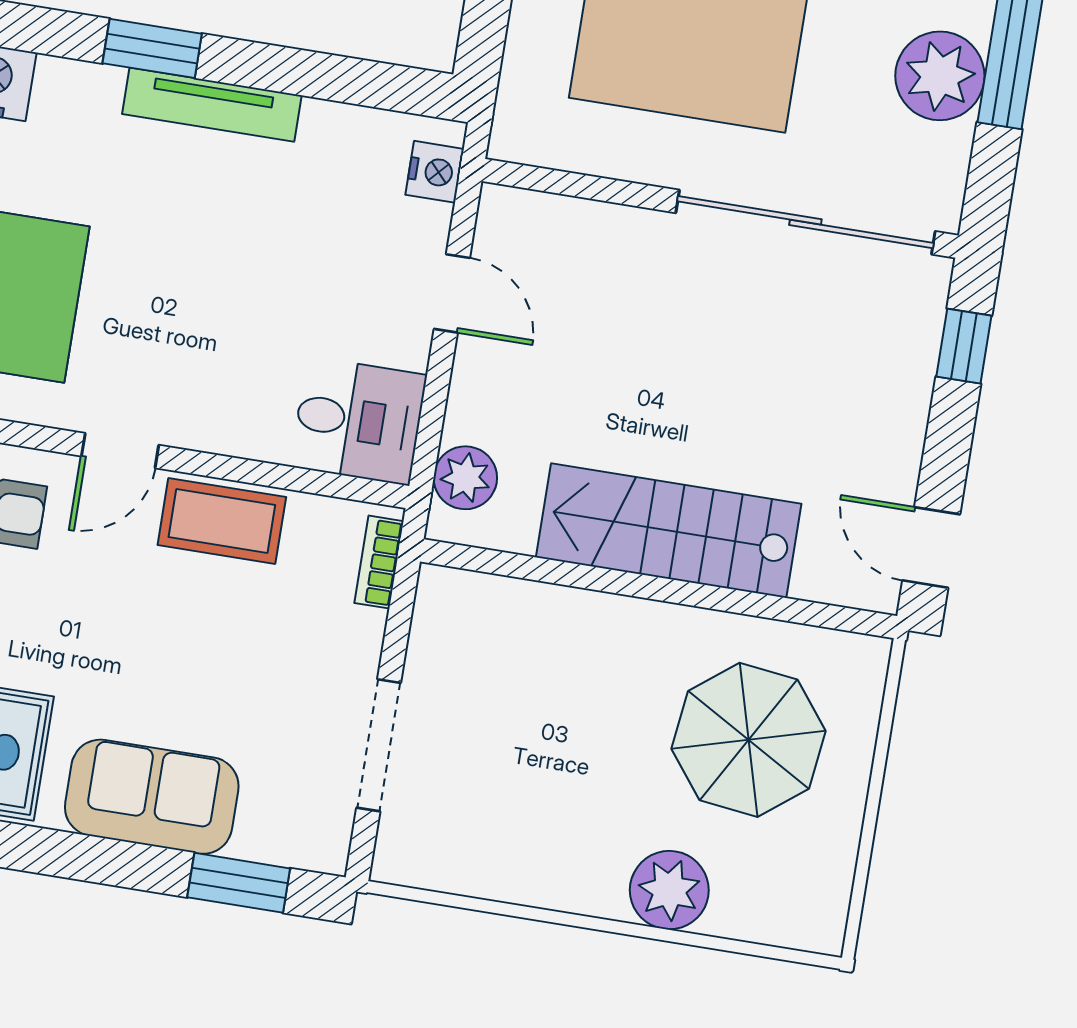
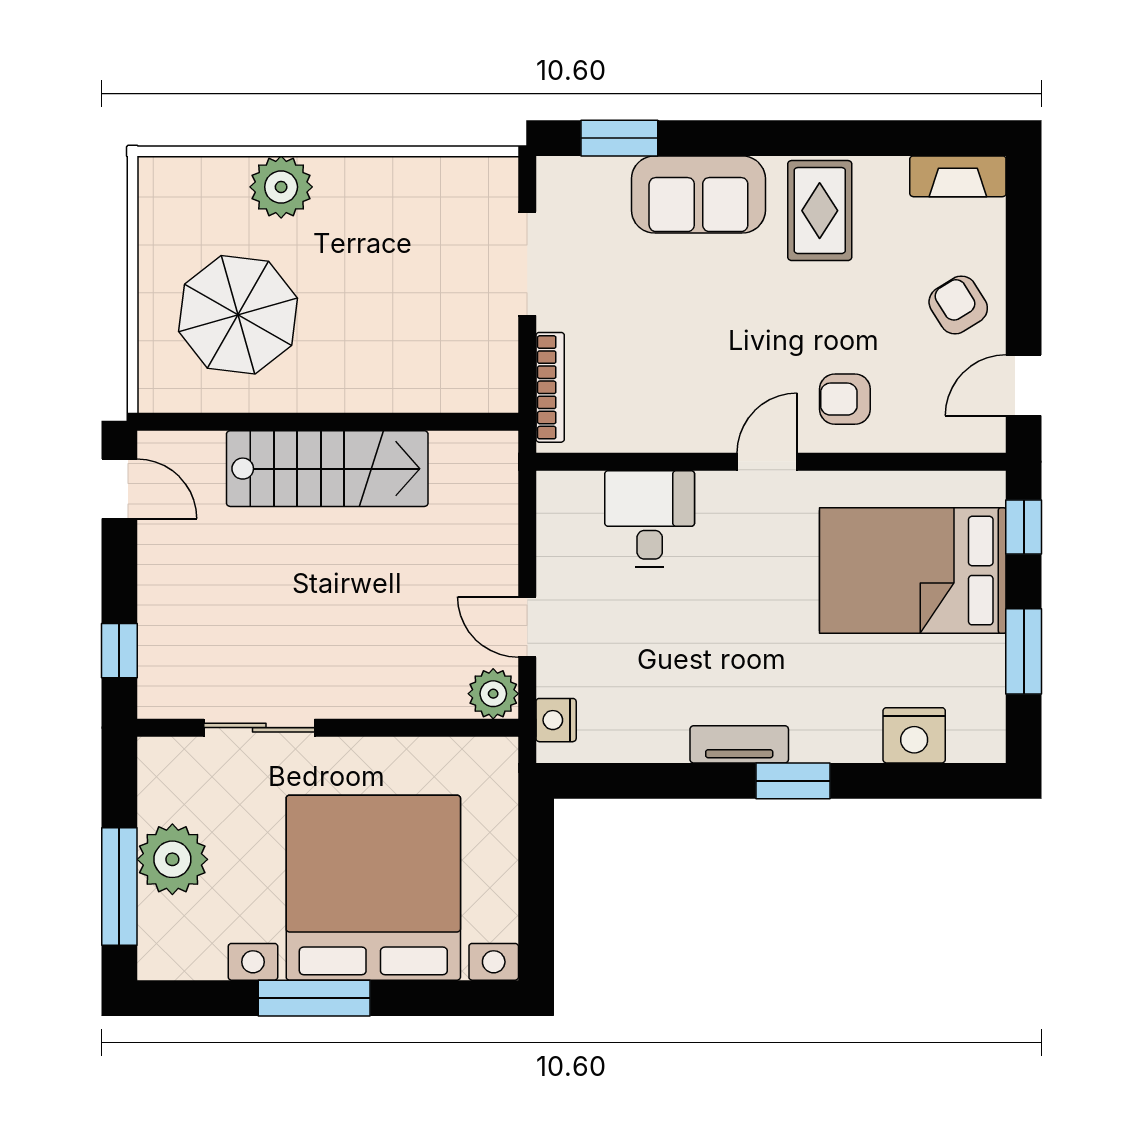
tv unit: (212, 105) -> (739, 744), width x0.71
sliding door: (805, 222) -> (259, 728), width x0.54
desk: (358, 421) -> (650, 519), moved, turned 90
plant: (465, 478) -> (493, 694), moved
coffee table: (222, 521) -> (679, 419), removed
bookcase: (379, 562) -> (550, 387), width x1.56

